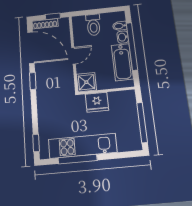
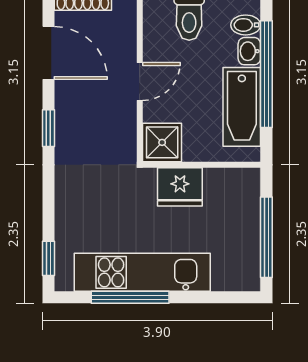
door: (31, 48) -> (48, 53), width x0.73

